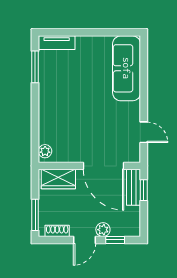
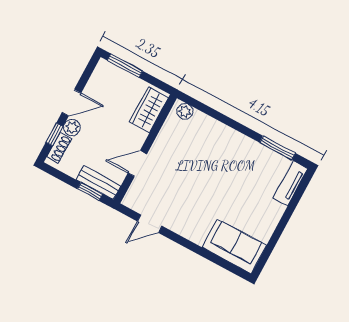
sofa: (127, 68) -> (234, 246), width x0.73
door: (103, 166) -> (137, 164), width x0.53
shoe rack: (57, 231) -> (59, 148), moved
door: (84, 240) -> (71, 103), swing flipped

